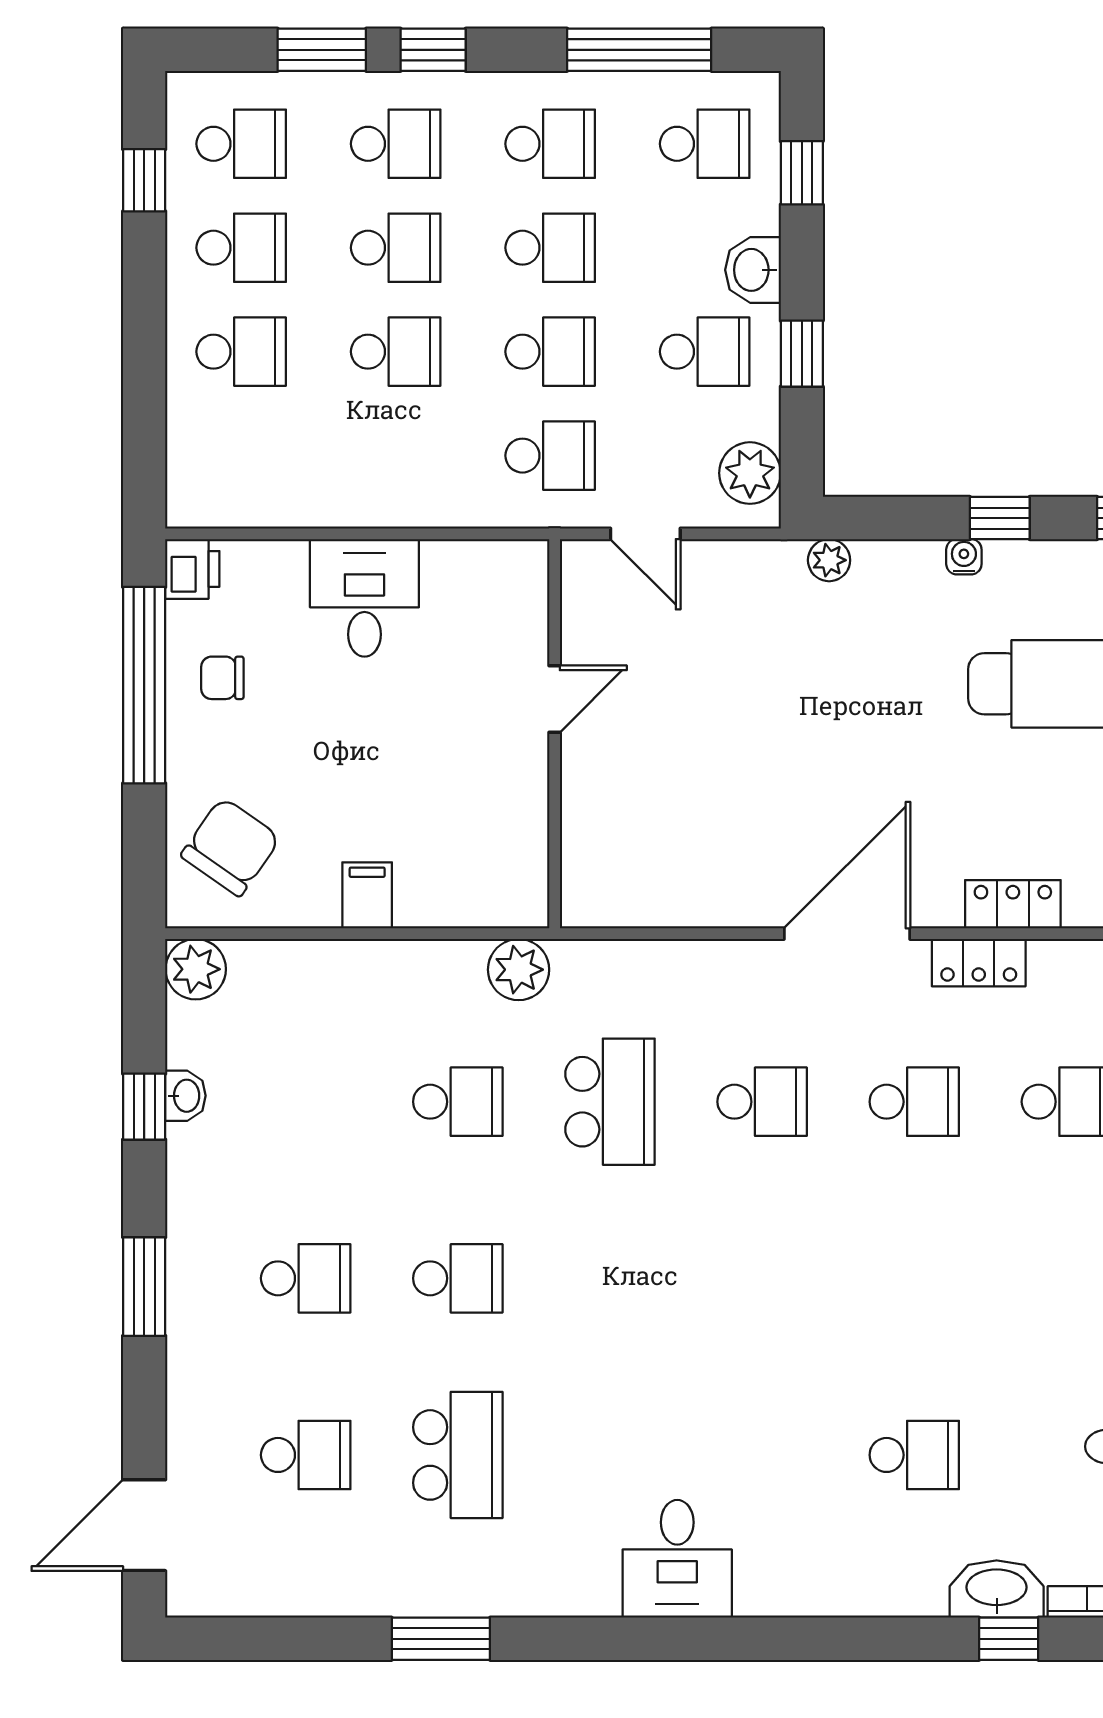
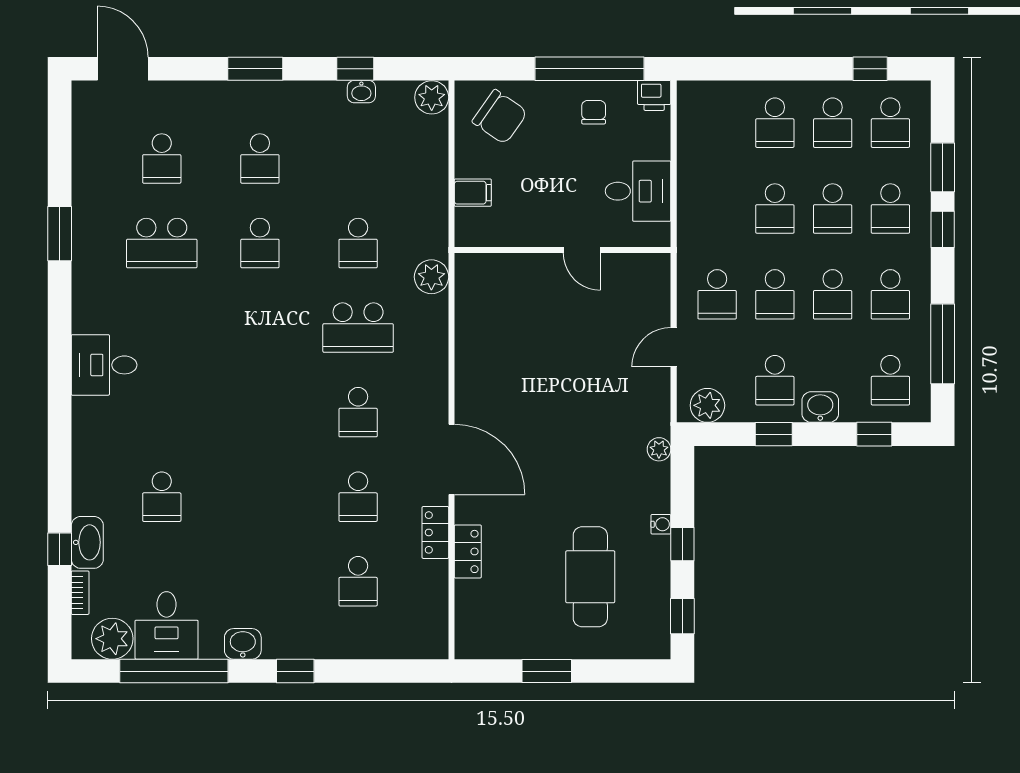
door: (555, 699) -> (582, 250), moved
wall: (555, 734) -> (563, 250), moved

